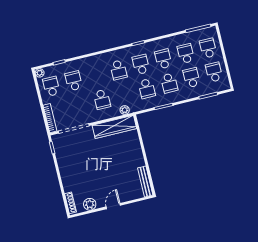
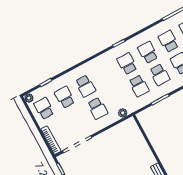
school desk: (118, 70) -> (85, 86), moved
wardrobe: (114, 127) -> (117, 132), removed

